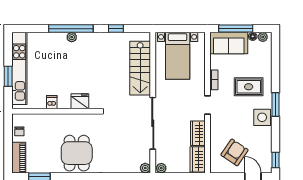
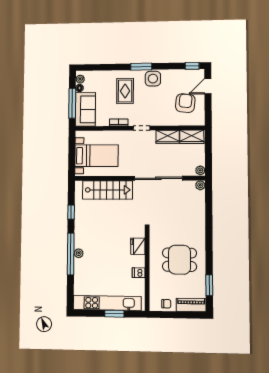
armchair: (235, 152) -> (185, 103), turned 62
dining table: (77, 153) -> (180, 260), moved

